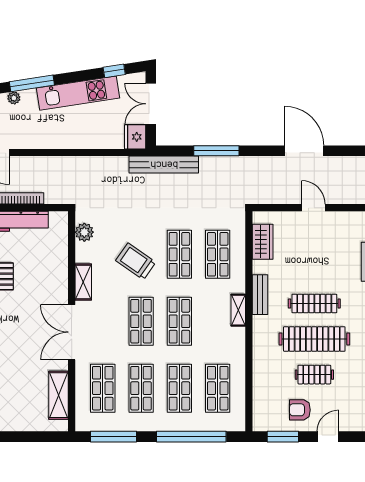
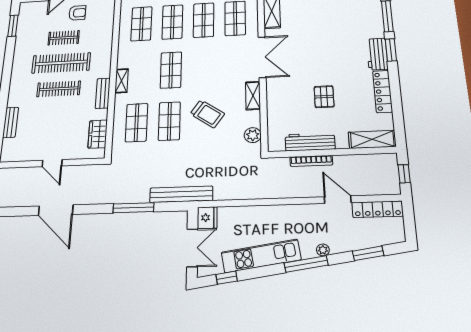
shop shelf: (141, 321) -> (203, 68), removed

